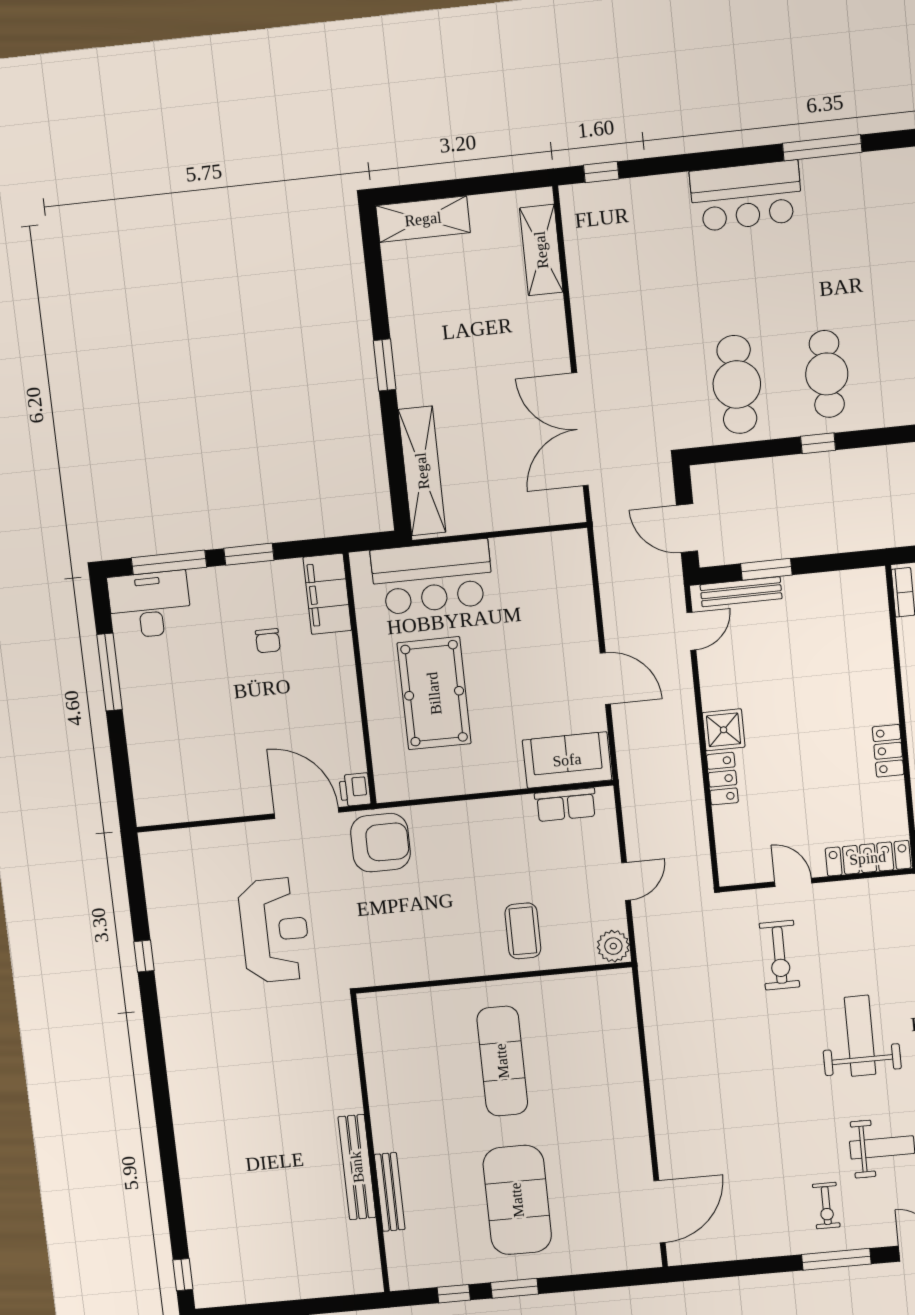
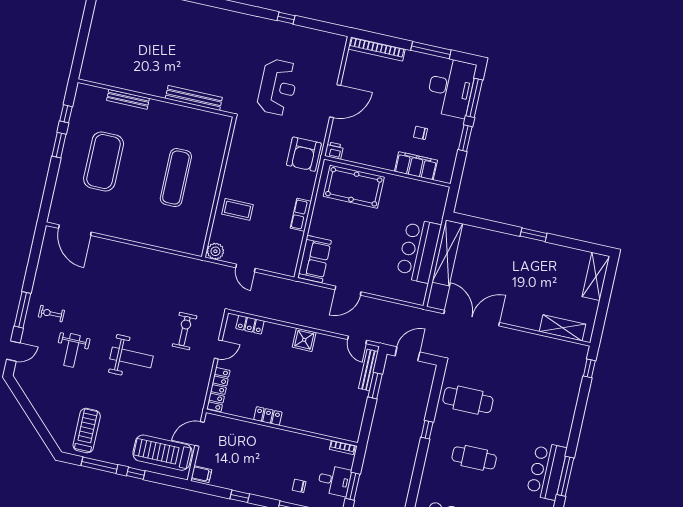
bar counter: (746, 196) -> (547, 471), moved
cafe table: (827, 374) -> (474, 458), moved
shelving: (422, 471) -> (447, 253), moved, turned 90
bar counter: (432, 577) -> (419, 251), moved
filing cabinet: (327, 594) -> (416, 166), moved
desk: (150, 605) -> (451, 87), width x1.36, depth x1.30
pool table: (434, 693) -> (354, 187), moved
bookcase: (142, 773) -> (377, 49), added
locker: (722, 779) -> (250, 325), moved
row of seats: (566, 805) -> (301, 215), moved
door: (307, 813) -> (335, 101), moved
reception desk: (275, 930) -> (278, 87), turned -90
exercise bike: (779, 955) -> (185, 331), turned 90
exercise mat: (502, 1061) -> (176, 178), turned 90
bench: (357, 1167) -> (194, 98), moved
exercise mat: (517, 1200) -> (104, 161), turned 90

